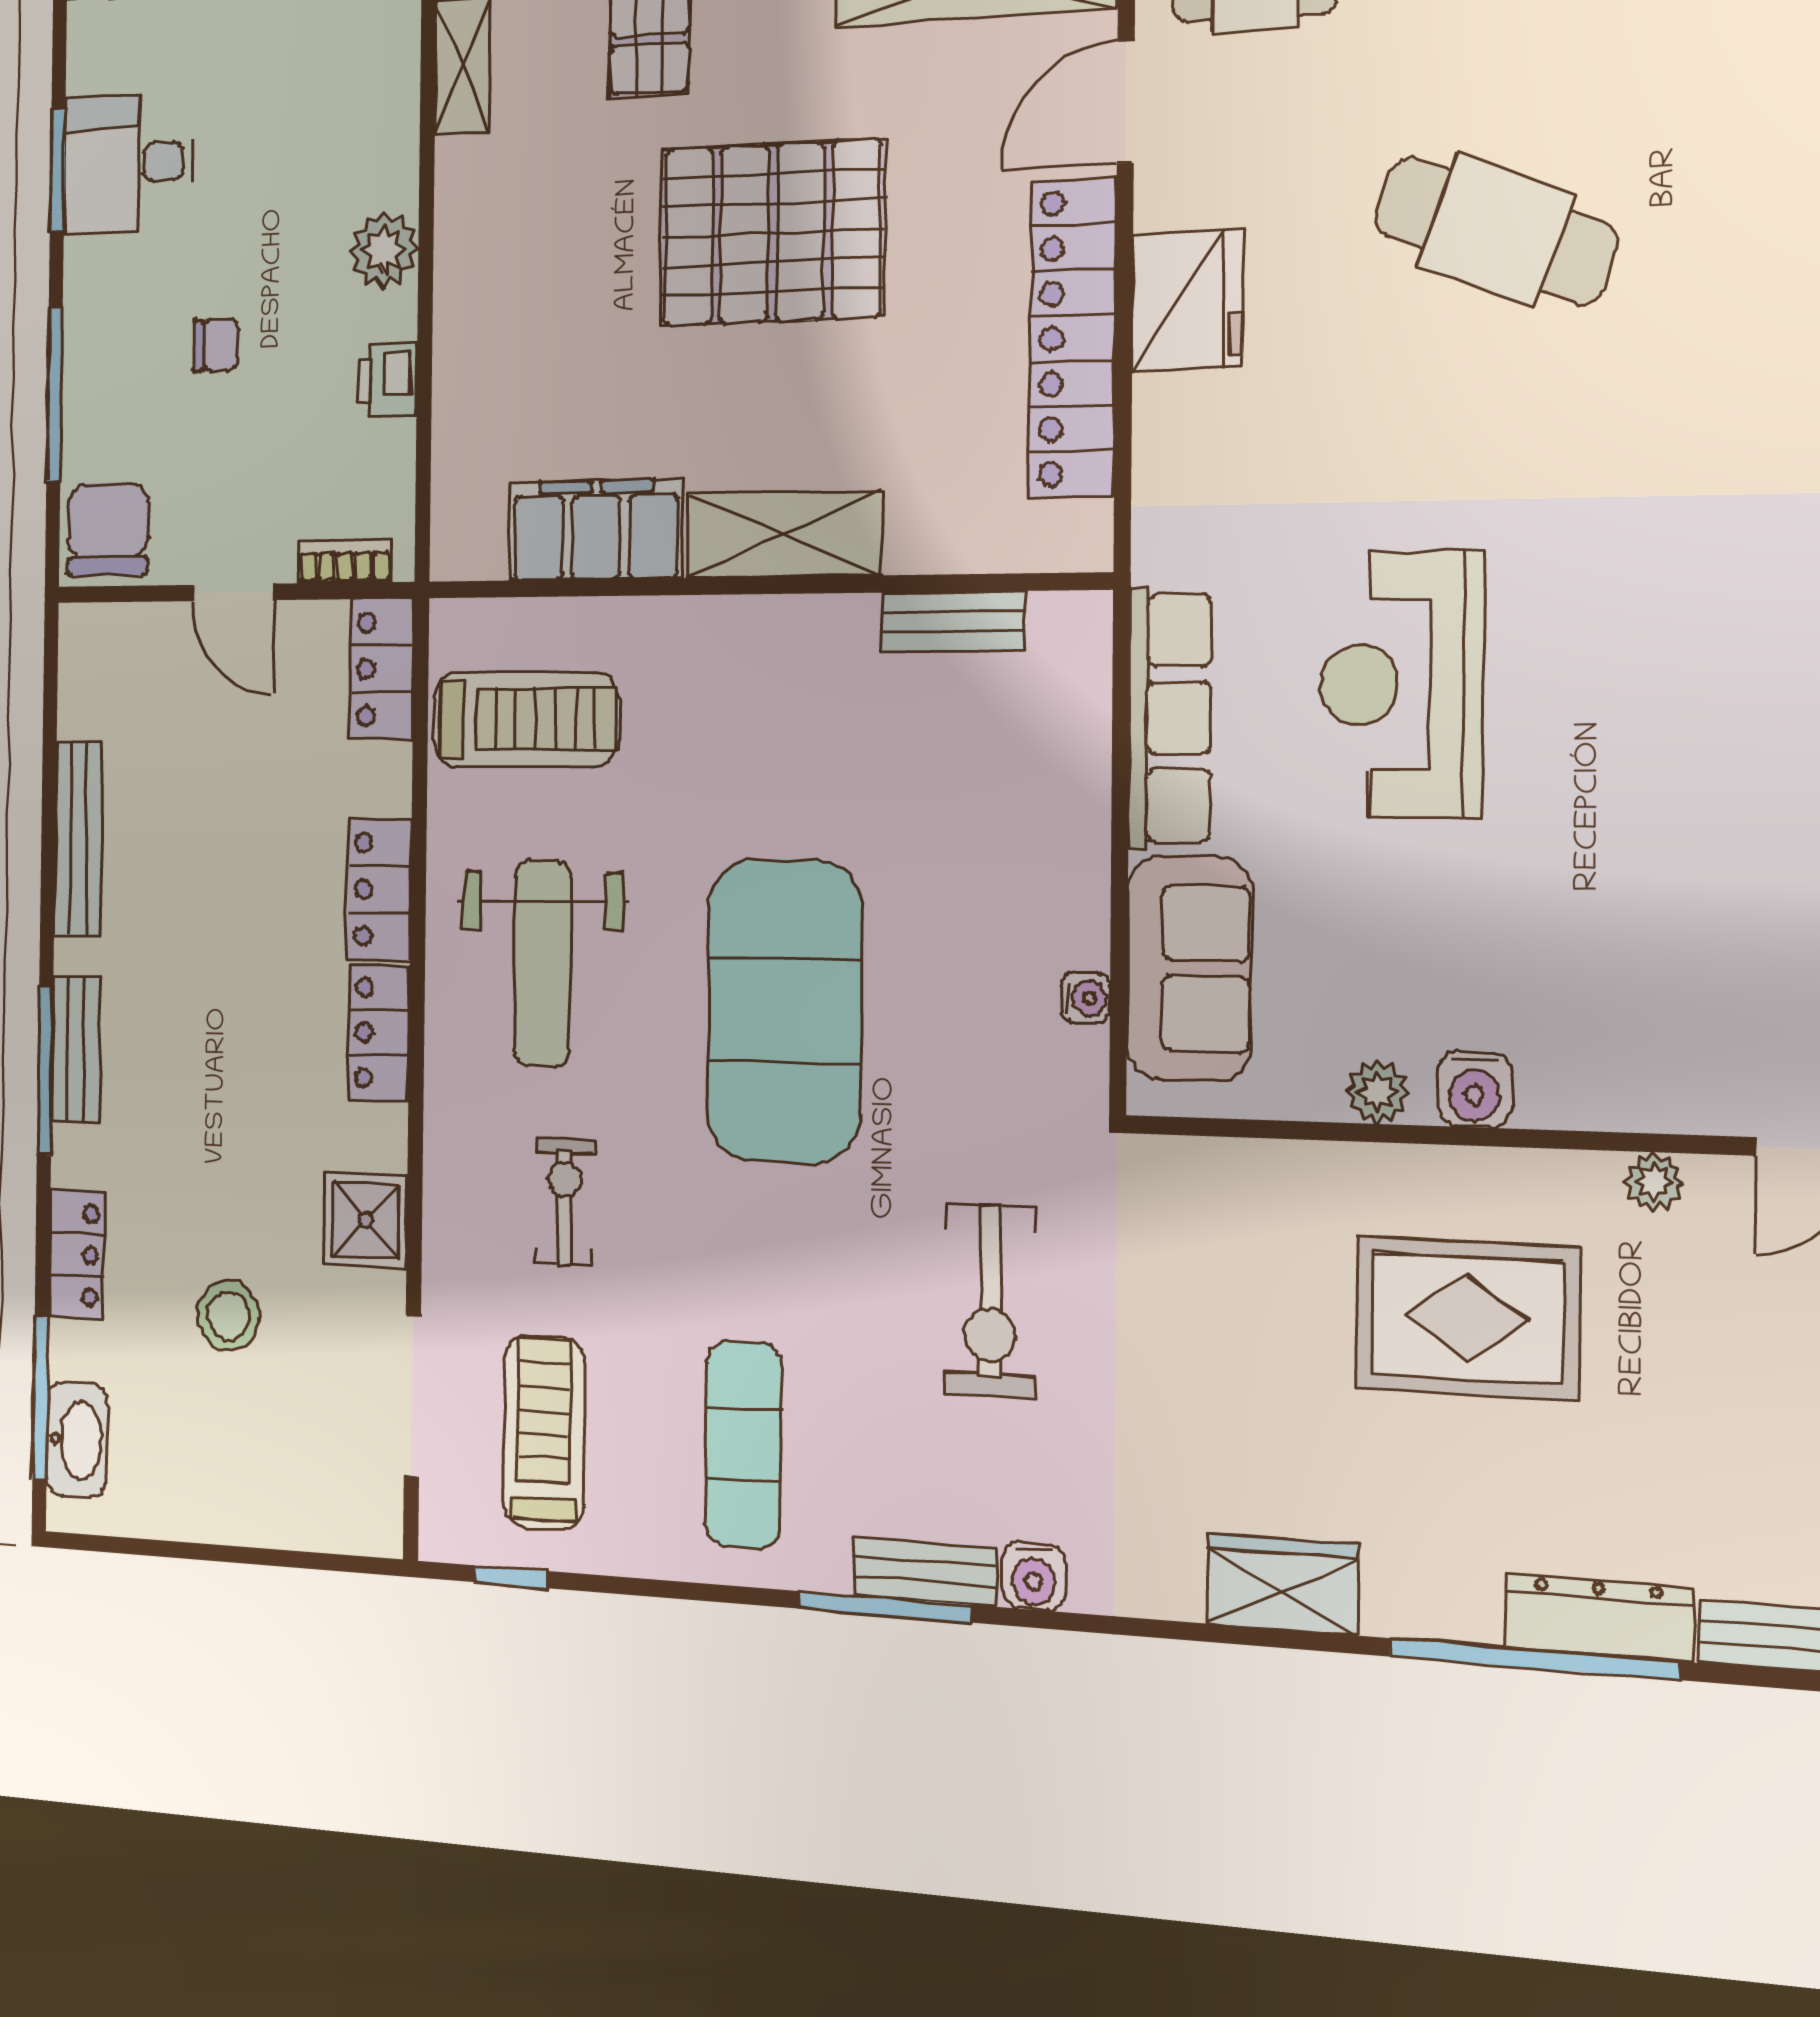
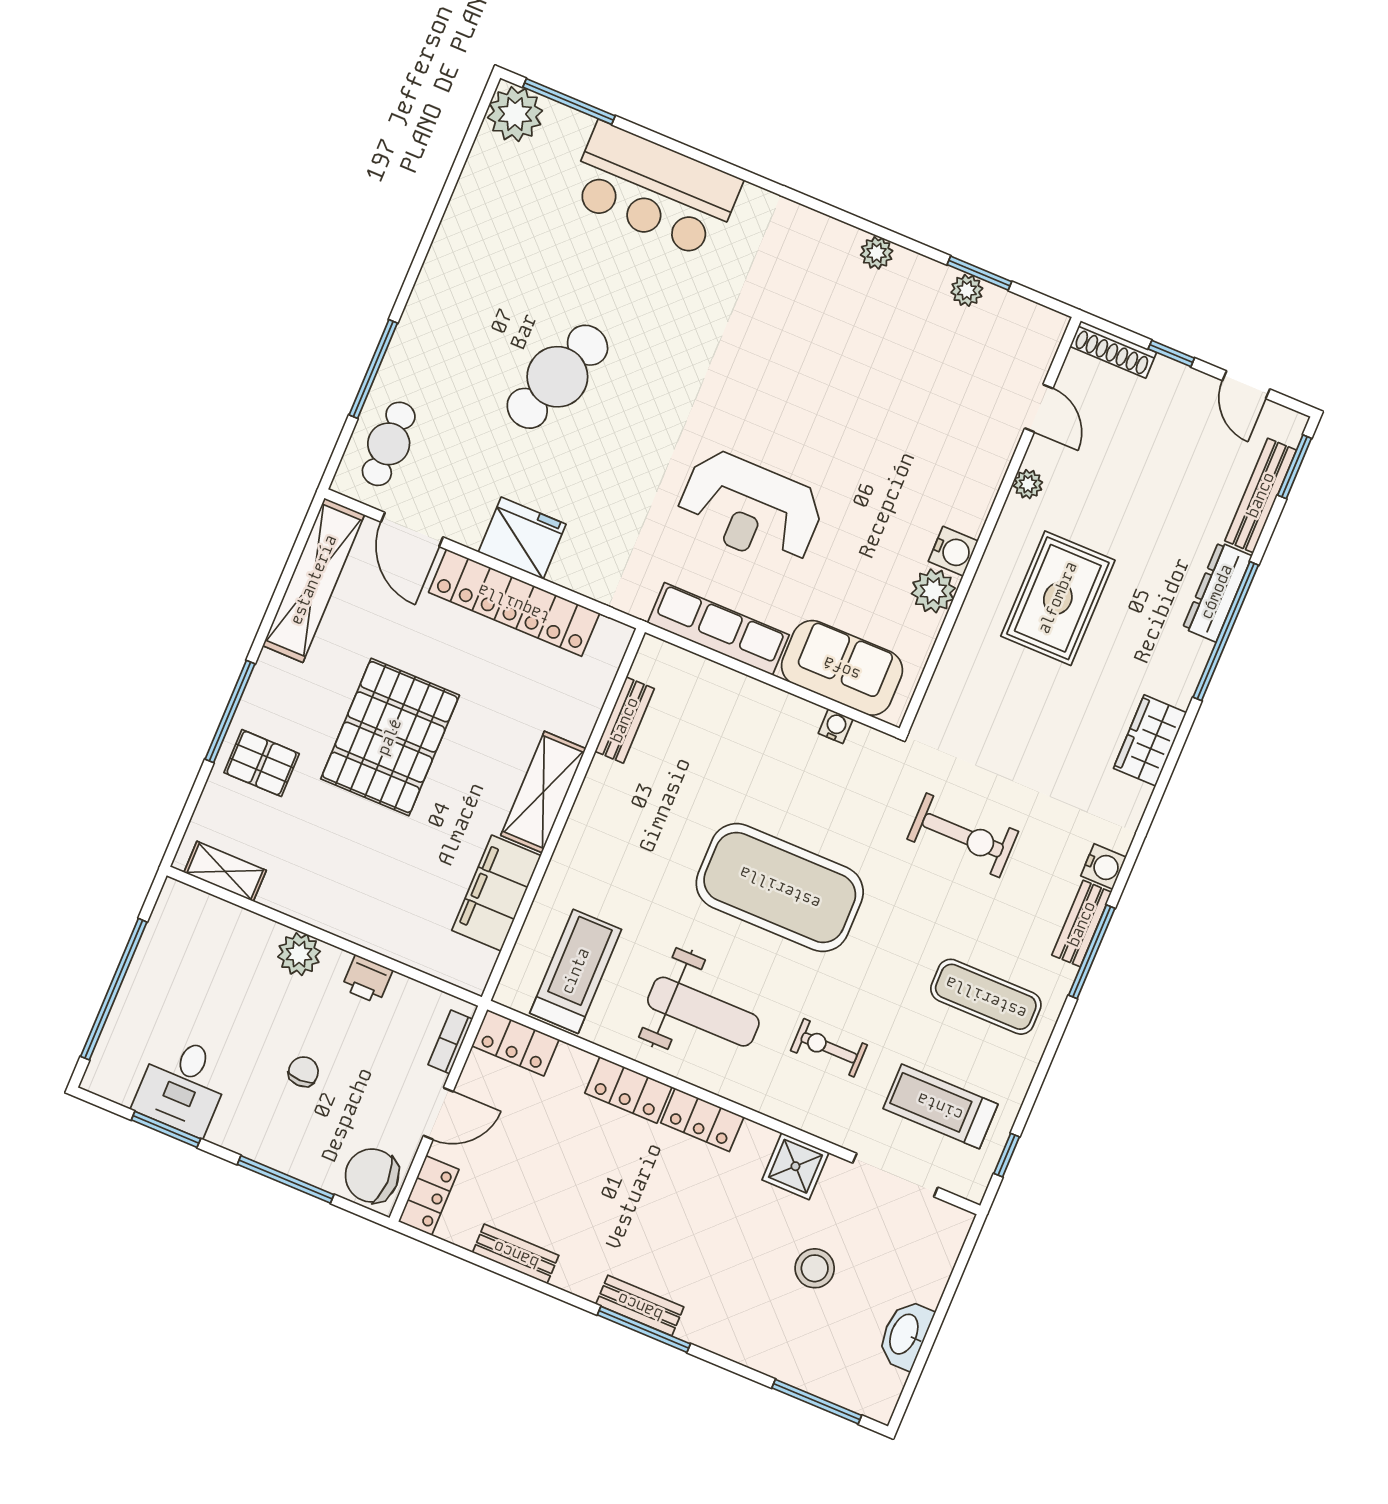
bench: (78, 839) -> (516, 1254), width x0.73
plant: (1377, 1092) -> (933, 591), width x1.38, depth x1.38
locker: (77, 1255) -> (429, 1196), moved, turned 90
washbasin: (77, 1440) -> (905, 1335), moved, turned -90

